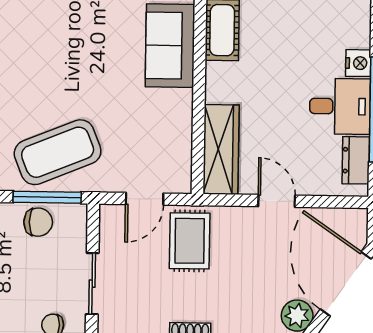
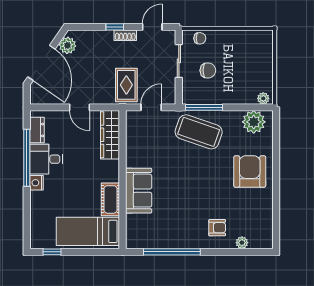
coffee table: (58, 152) -> (199, 132), turned 41
chair: (38, 222) -> (208, 70), moved, turned 180

